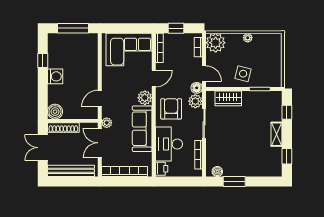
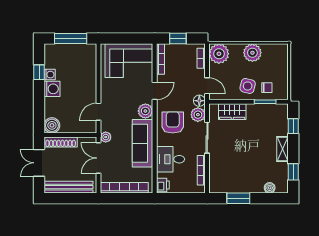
plant: (248, 38) -> (252, 53), width x1.88, depth x1.88
washing machine: (53, 63) -> (50, 75), added
chair: (261, 75) -> (267, 88), added
desk: (169, 144) -> (171, 159), width x0.73
boiler: (217, 172) -> (270, 188), moved

